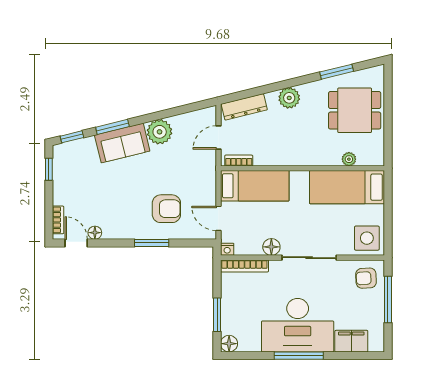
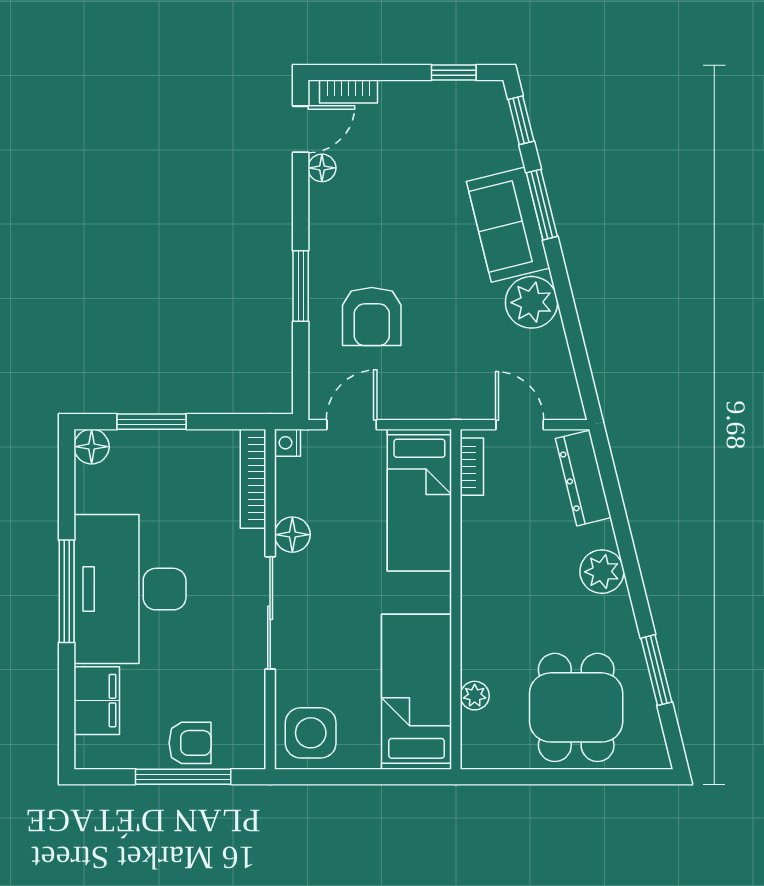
armchair: (366, 278) -> (190, 743), moved, turned 93

